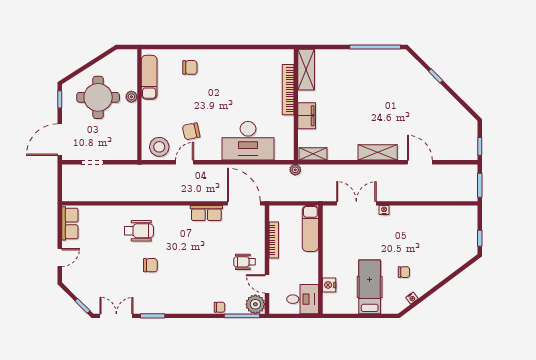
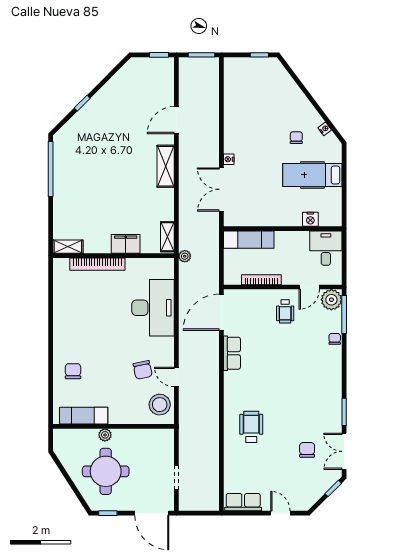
shelving: (306, 70) -> (68, 247), width x0.67, depth x0.75
chair: (150, 265) -> (307, 450), moved

